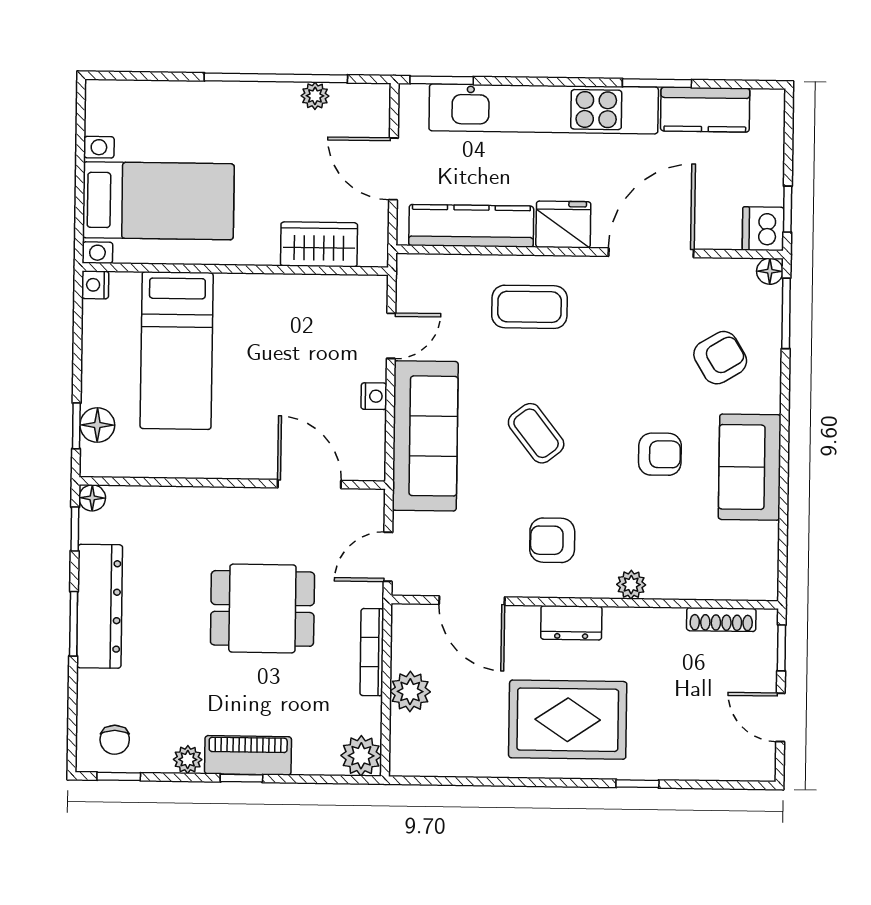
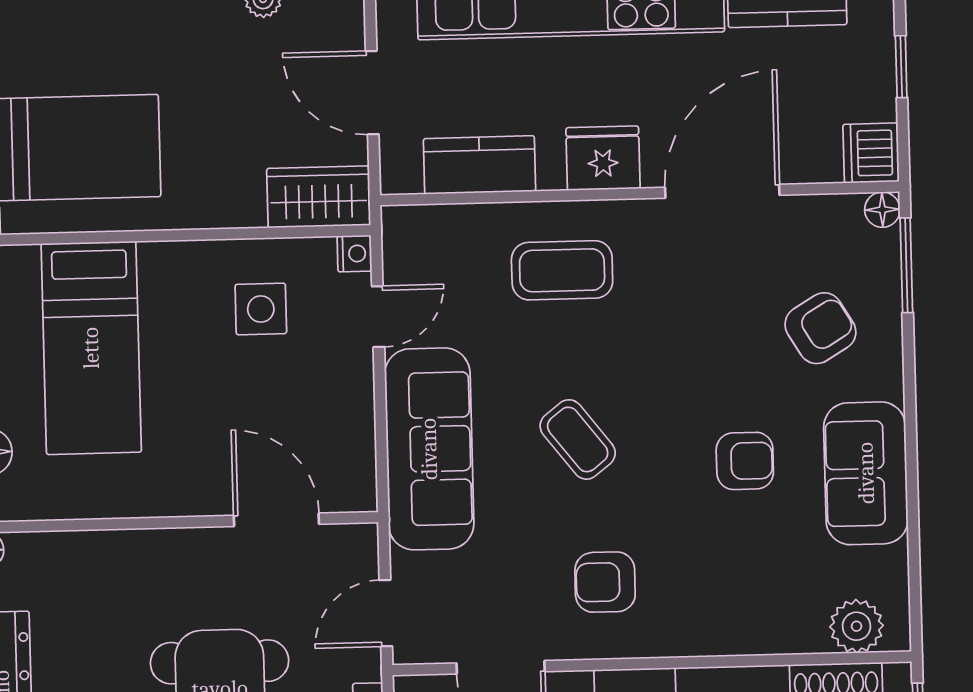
window: (788, 209) -> (901, 67), moved
kitchen counter: (471, 226) -> (480, 165), width x0.67
wardrobe: (319, 244) -> (319, 197), moved
side table: (304, 327) -> (261, 309), added
nightstand: (374, 396) -> (354, 254), moved
plant: (631, 585) -> (856, 626), moved, width x1.38, depth x1.38

